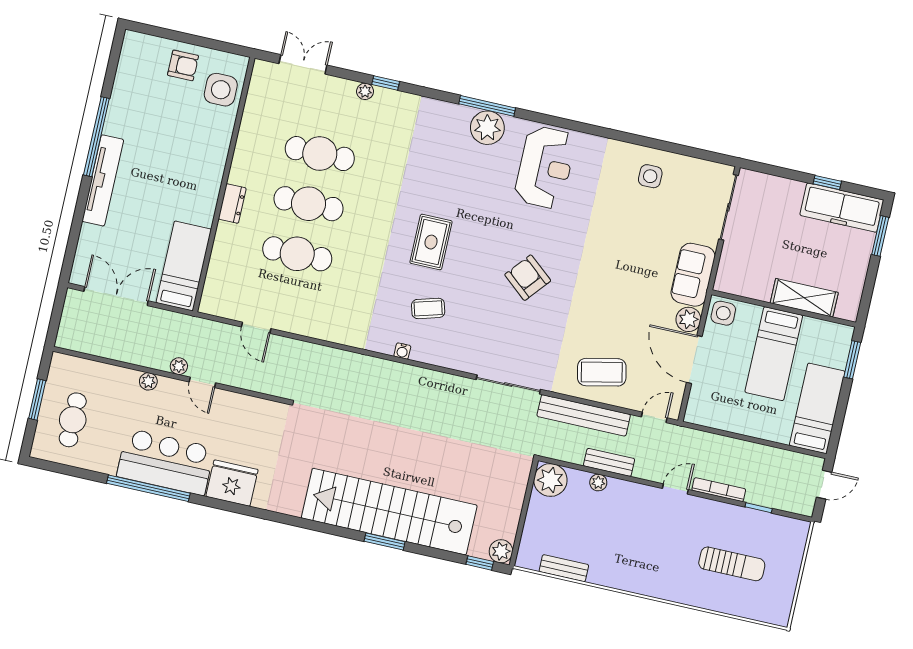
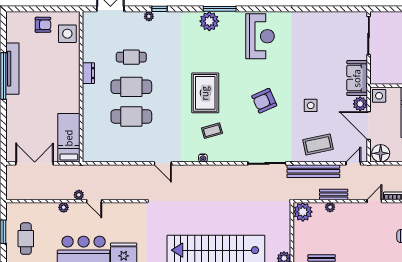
plant: (487, 128) -> (209, 21), moved
cafe table: (320, 154) -> (131, 57), width x0.73, depth x0.74
side table: (650, 176) -> (311, 105), moved
tv unit: (103, 180) -> (12, 69), moved
dresser: (232, 203) -> (88, 73), moved
rug: (431, 242) -> (205, 93), width x1.36, depth x1.43
armchair: (528, 278) -> (264, 101), turned -64
door: (256, 328) -> (163, 163), moved
floor lamp: (704, 411) -> (381, 153), added

